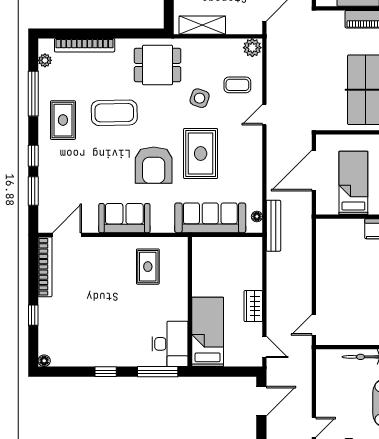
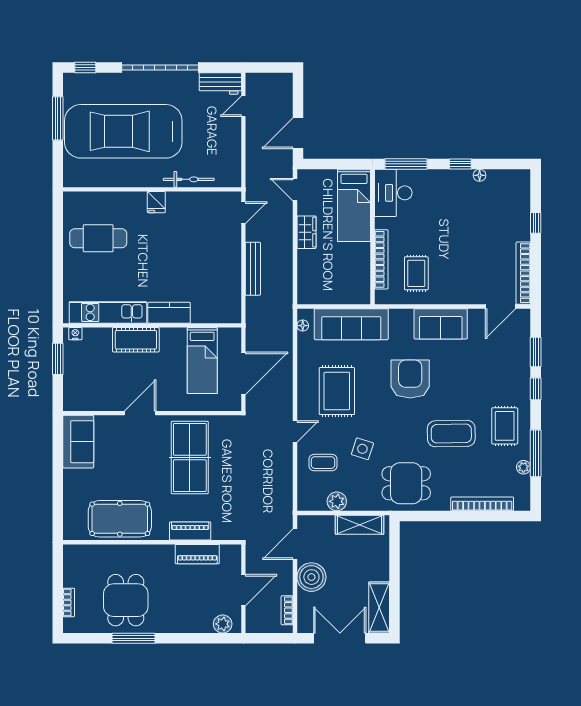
plant: (252, 48) -> (337, 501), moved
plant: (45, 60) -> (523, 467), moved
rug: (201, 153) -> (337, 391), moved
bench: (273, 226) -> (253, 269), moved
bookcase: (181, 280) -> (381, 259), added
floor lamp: (44, 361) -> (480, 175), moved

